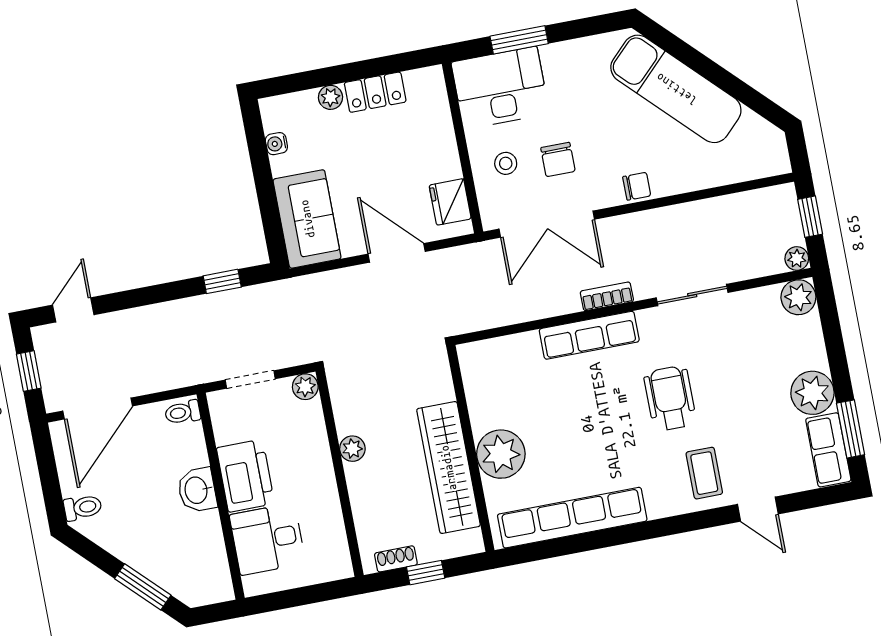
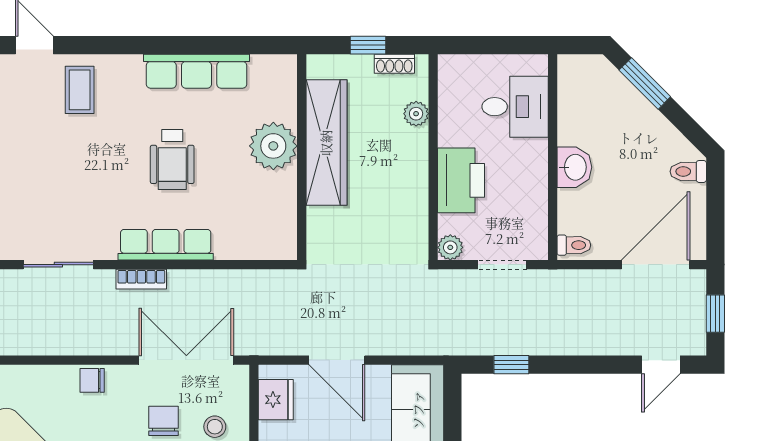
wheelchair: (670, 398) -> (172, 160), moved
plant: (352, 449) -> (416, 114), moved
printer: (245, 476) -> (461, 180), moved, turned 180
row of seats: (572, 518) -> (197, 71), width x0.73

